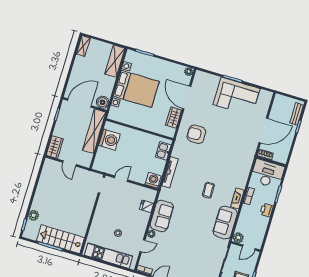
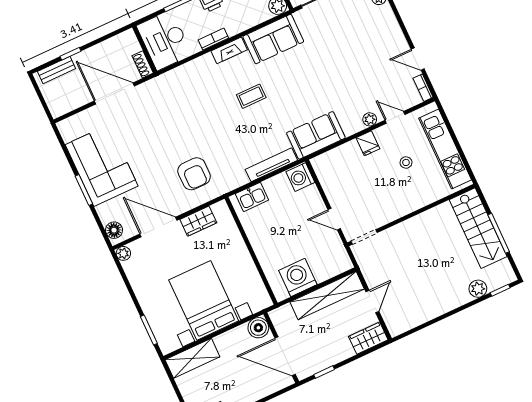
floor lamp: (203, 77) -> (114, 230), added
door: (187, 97) -> (158, 227), swing flipped
shelving: (94, 131) -> (327, 295), moved
fridge: (147, 206) -> (368, 143), moved
sofa: (162, 216) -> (316, 135), moved

